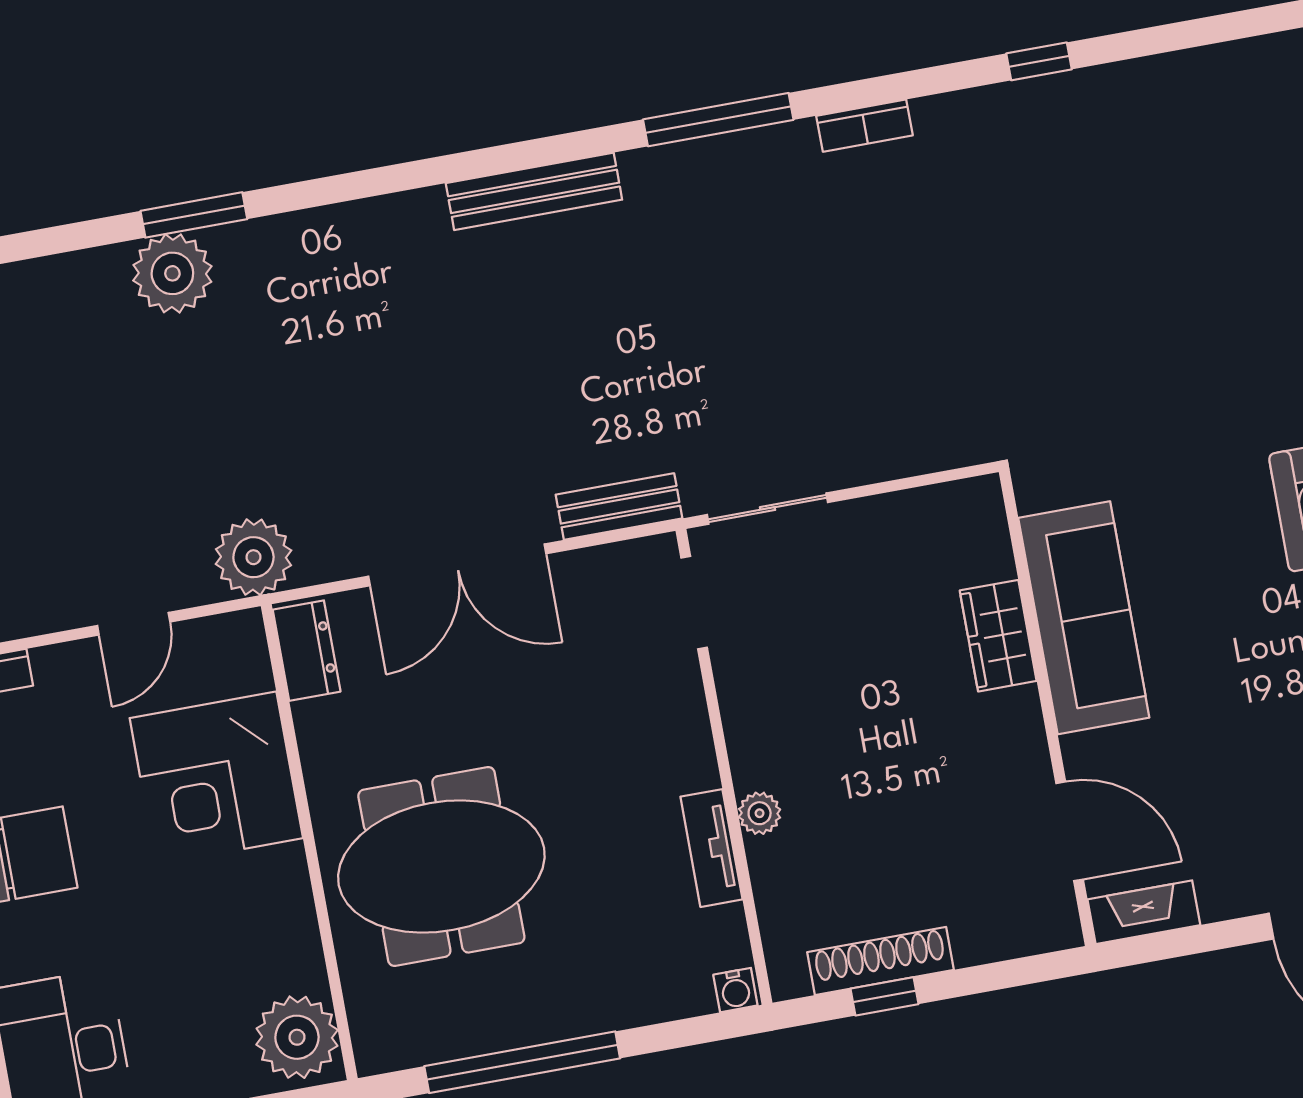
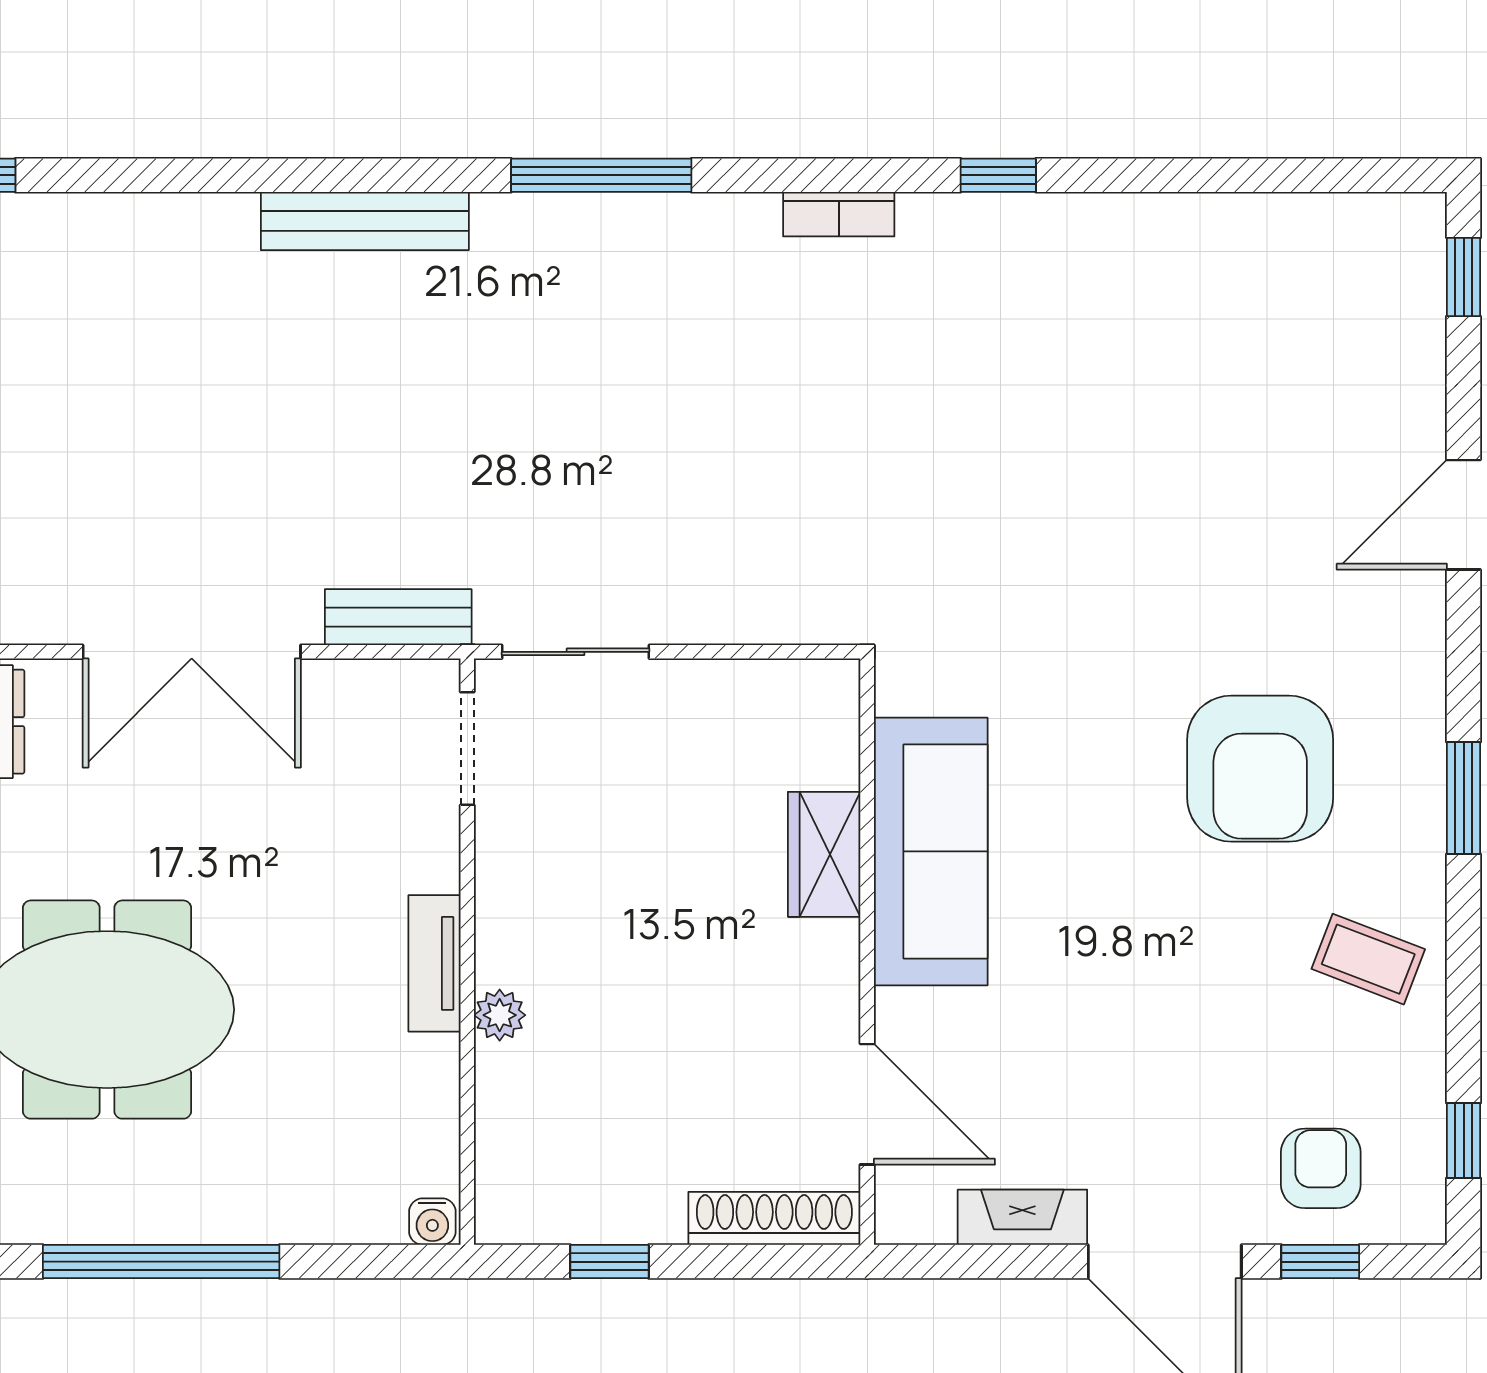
bookcase: (864, 126) -> (839, 214), moved
tv unit: (711, 848) -> (435, 963), moved
fireplace: (1144, 912) -> (1022, 1217), moved
shoe rack: (880, 961) -> (774, 1218), moved

